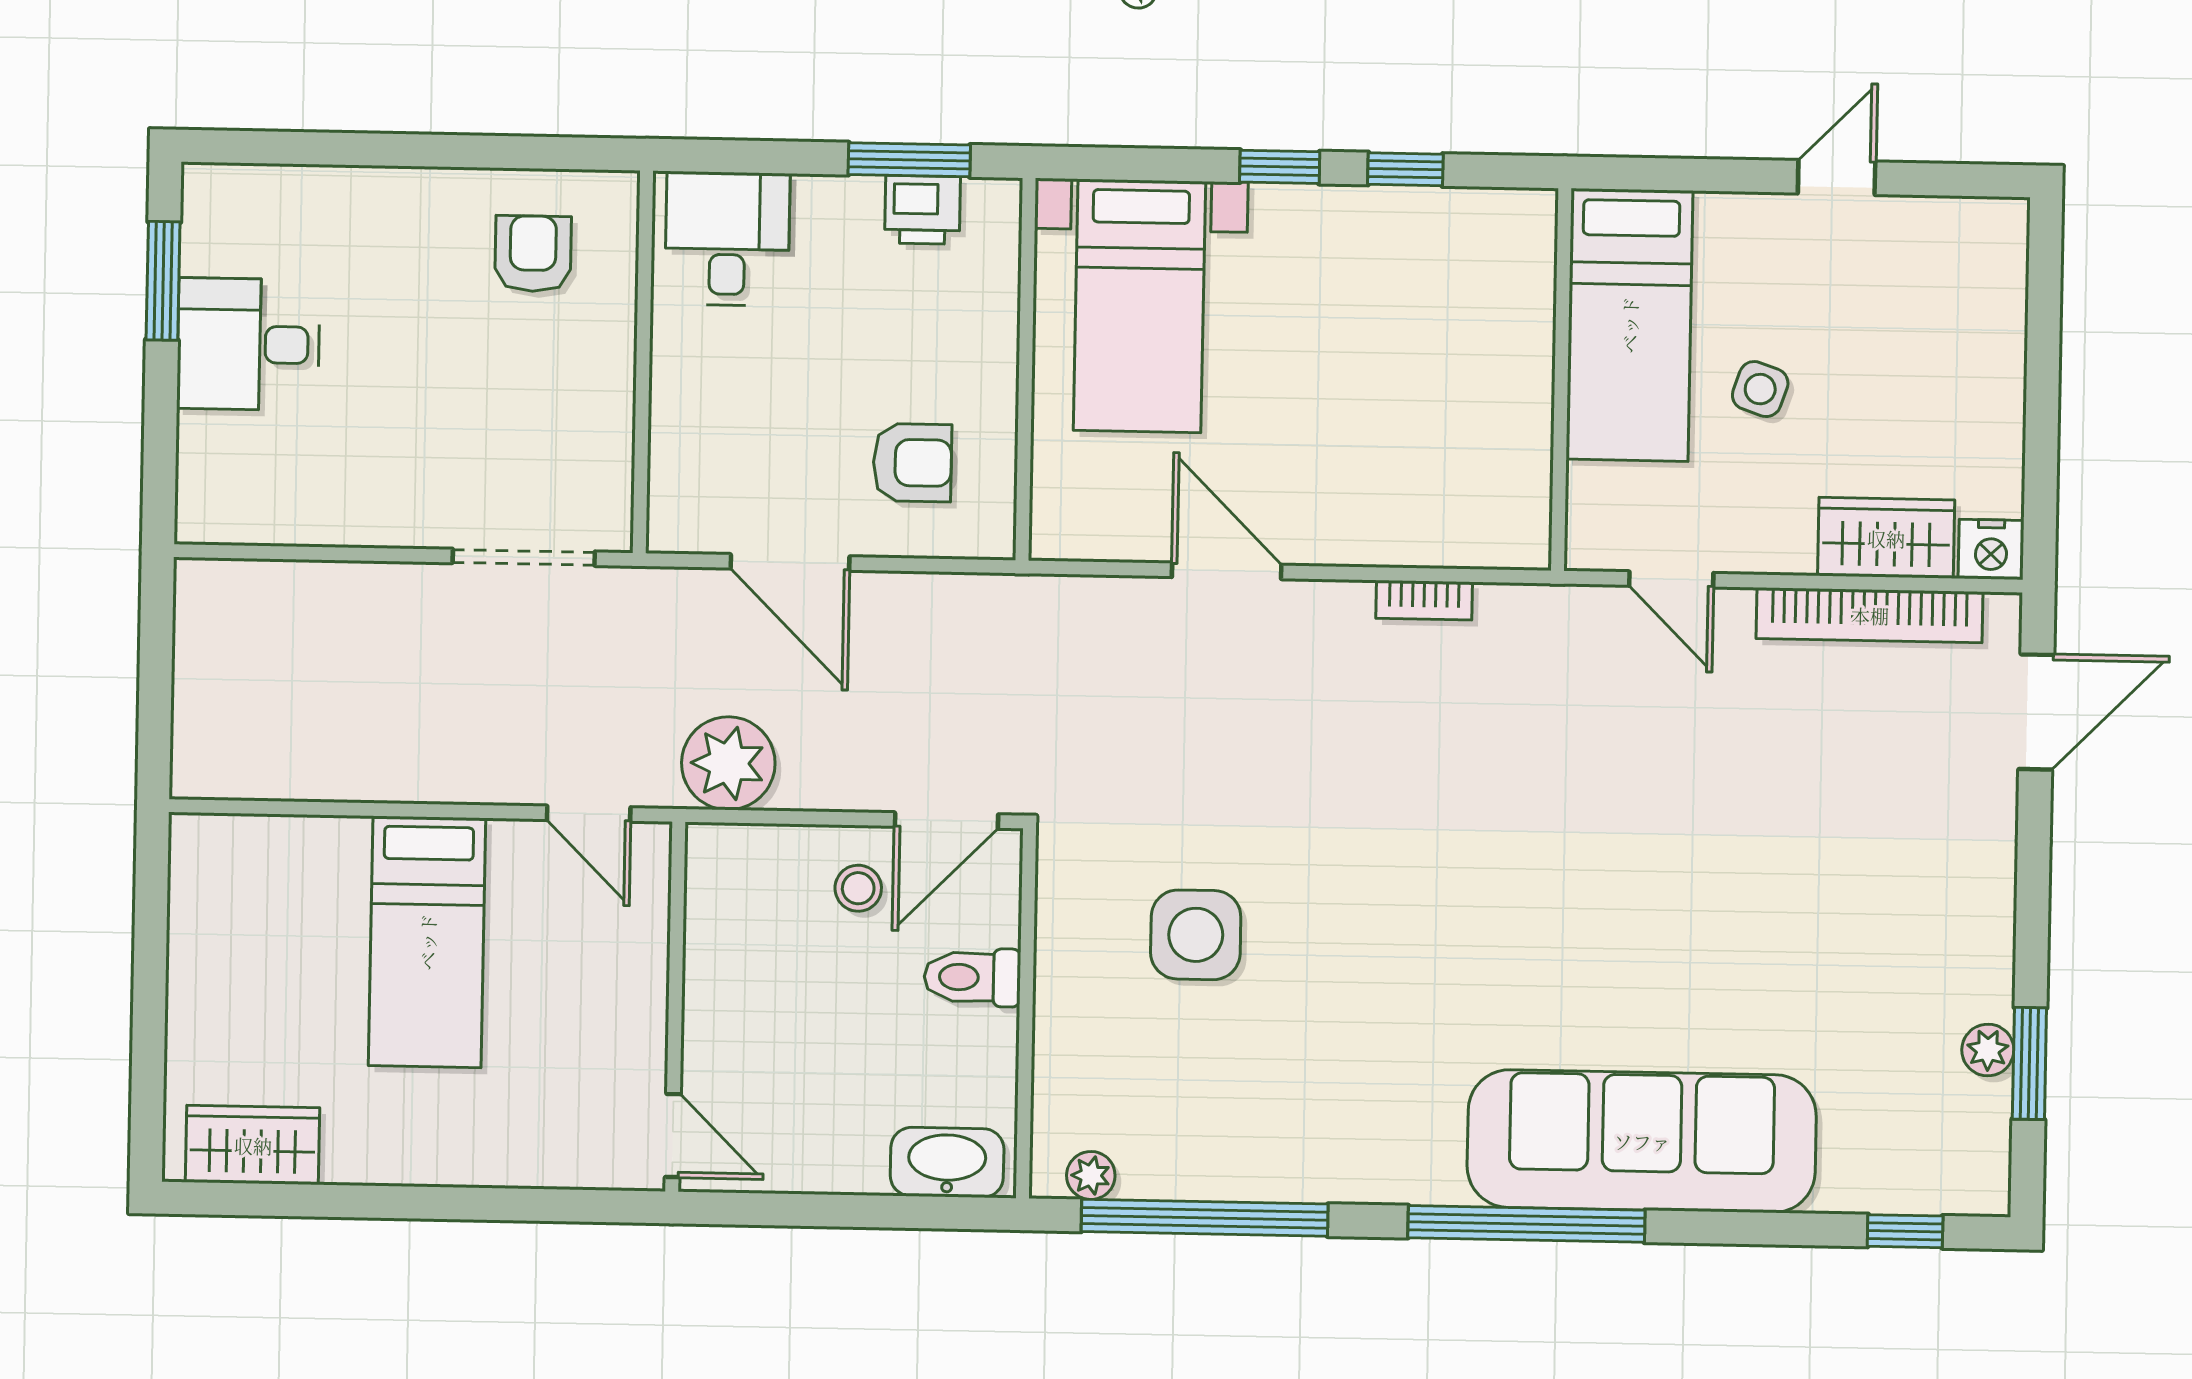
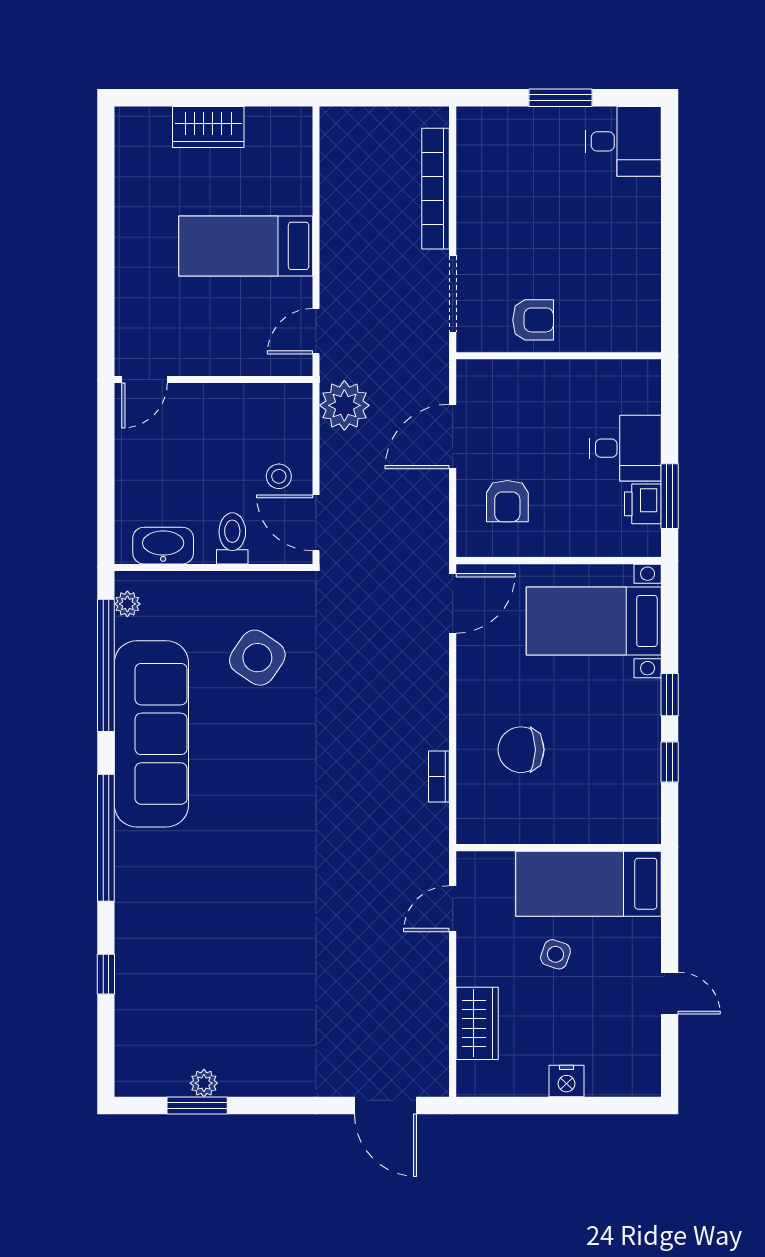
desk: (727, 239) -> (625, 448), moved
armchair: (533, 254) -> (533, 320), moved
window: (163, 281) -> (560, 98), moved
desk: (248, 344) -> (623, 141), moved, turned 90
chair: (1377, 446) -> (521, 750), added
nightstand: (1991, 549) -> (566, 1081), moved, turned -90
door: (1227, 571) -> (453, 603), moved
bookcase: (1870, 615) -> (436, 189), moved
side table: (1196, 935) -> (257, 658), turned 34
sofa: (1642, 1141) -> (151, 734), moved
wardrobe: (253, 1145) -> (208, 127), moved, turned 90
washbasin: (947, 1162) -> (163, 546), moved, turned -90
window: (1905, 1231) -> (106, 974), moved

